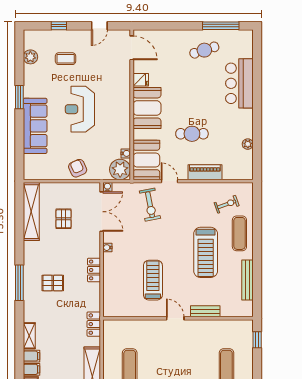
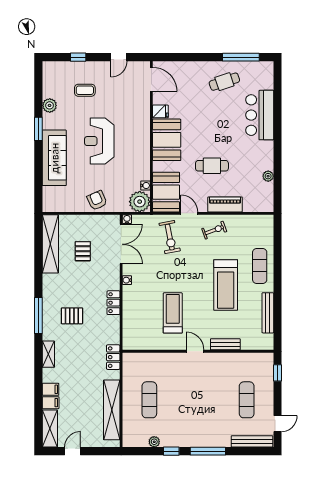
plant: (30, 57) -> (50, 105), moved
exercise bike: (227, 204) -> (214, 230), moved
shelving: (29, 336) -> (48, 354), moved

